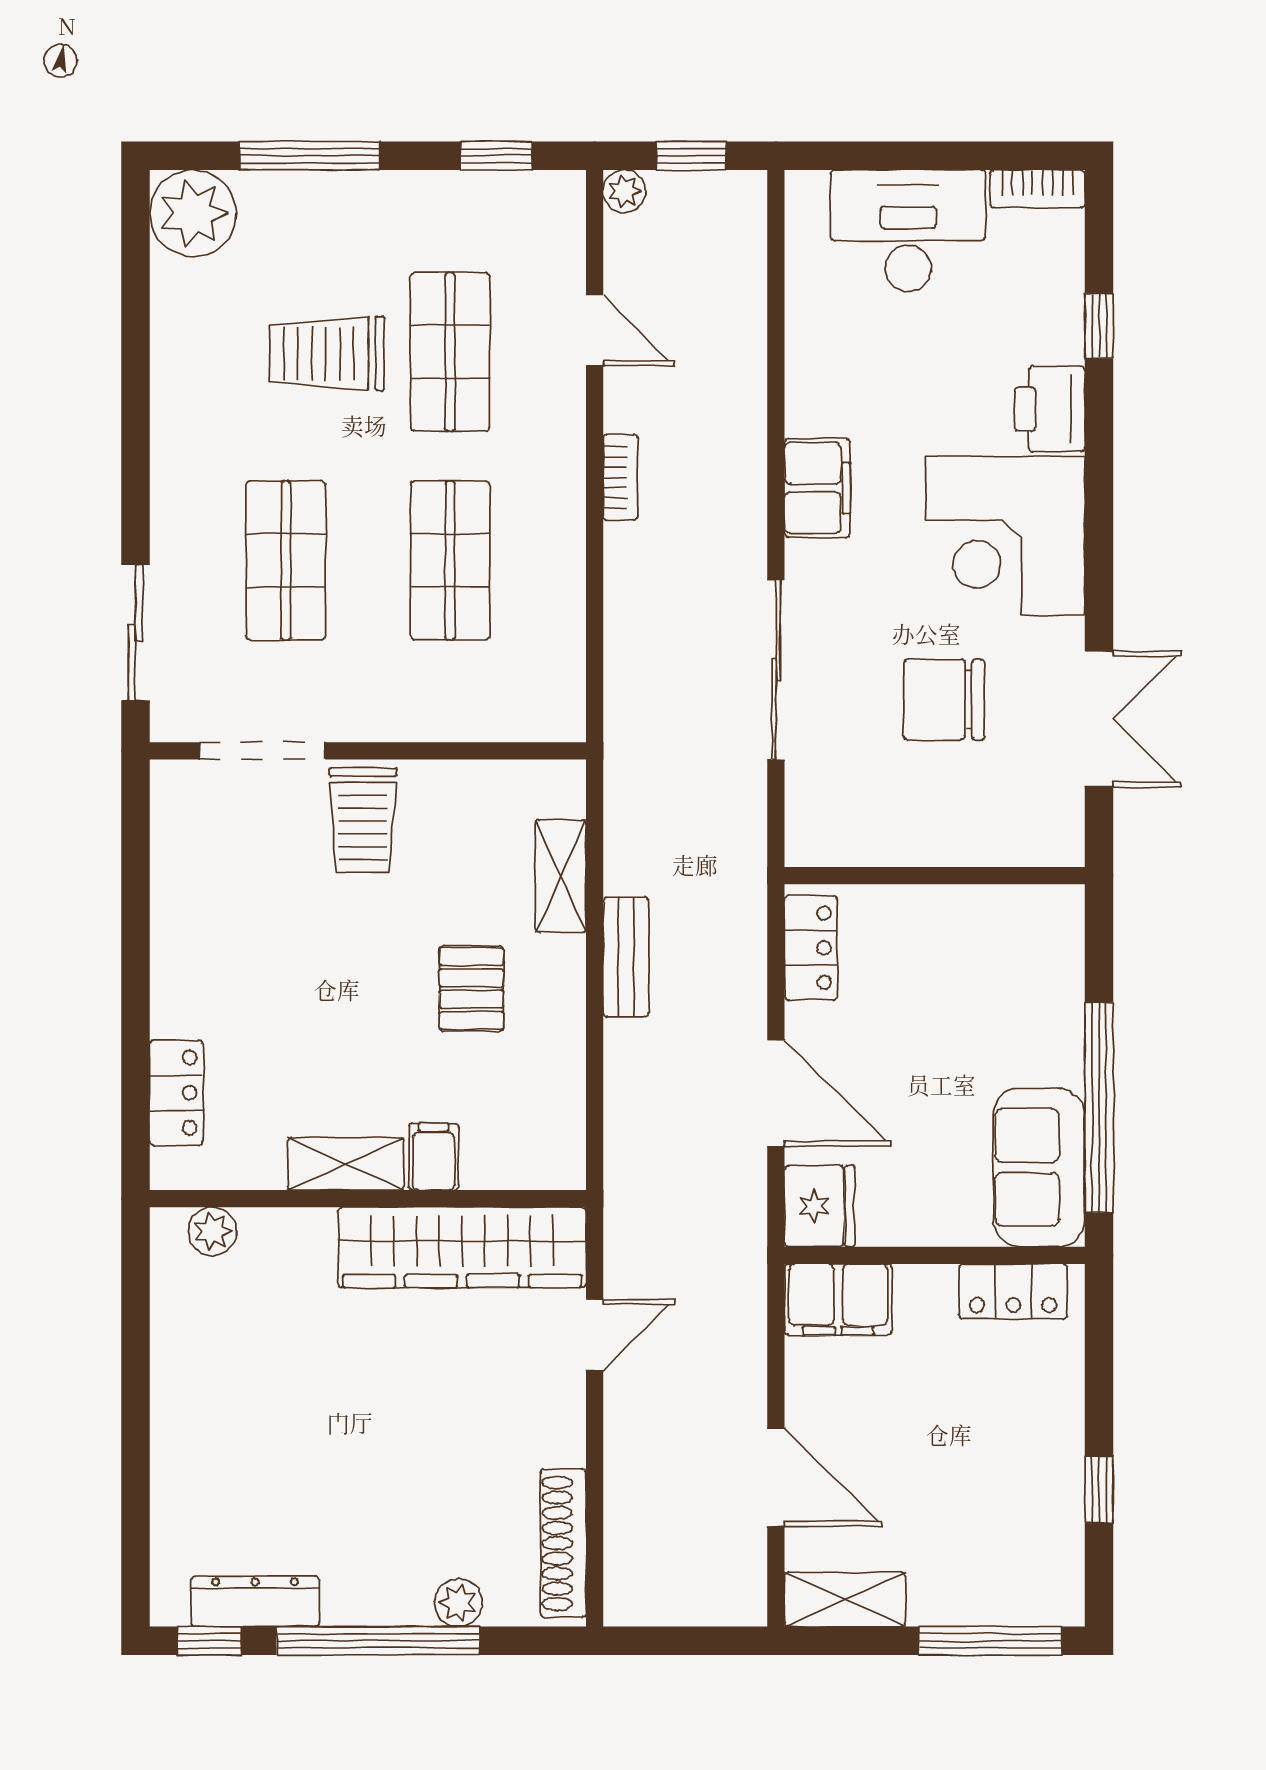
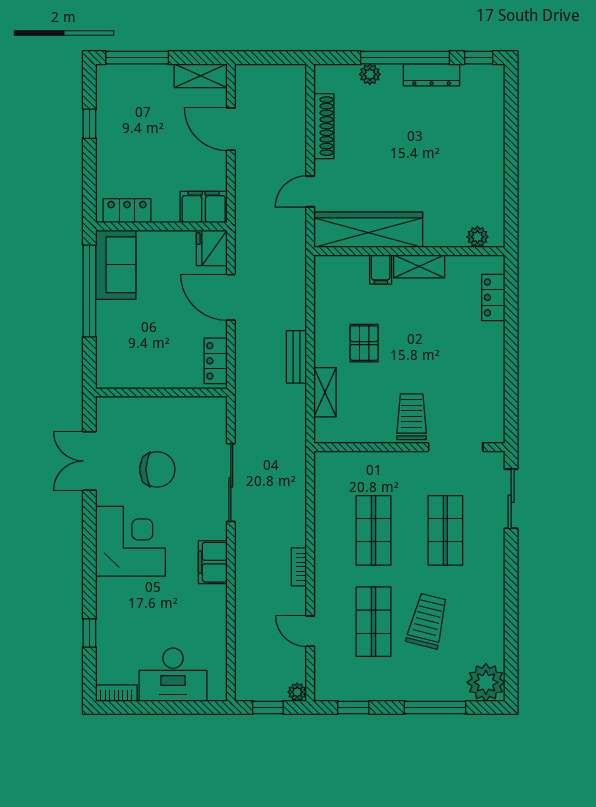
trolley: (327, 354) -> (427, 621), turned -76
printer: (1050, 409) -> (111, 597), removed
shoe rack: (563, 1543) -> (324, 126), moved
dresser: (255, 1601) -> (432, 75), moved

